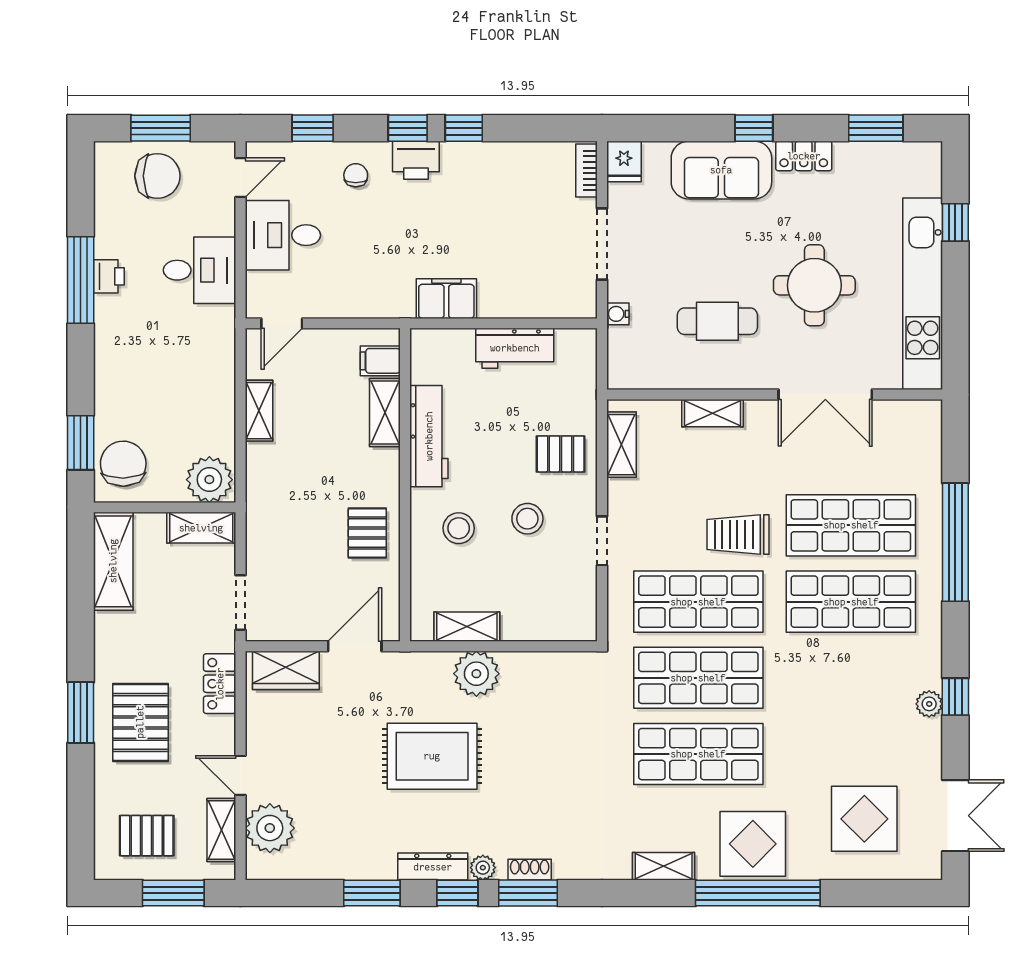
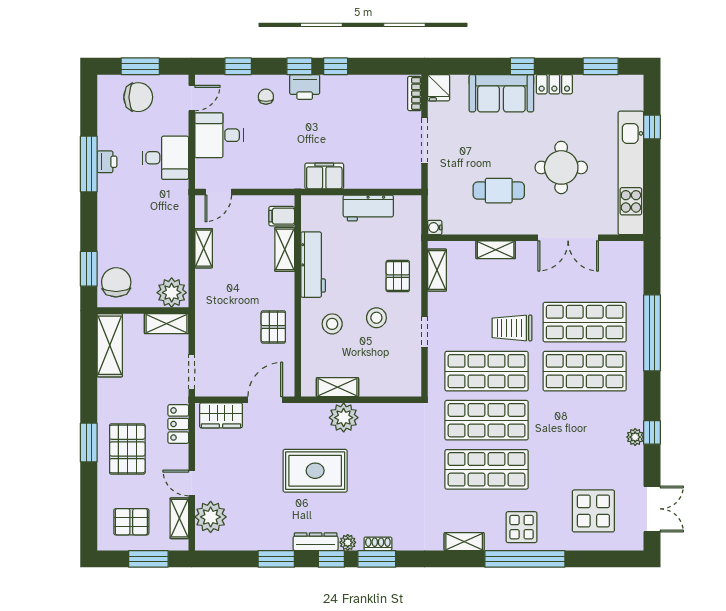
water cooler: (618, 314) -> (435, 227), moved
pallet: (561, 454) -> (398, 276), turned 90
display table: (753, 844) -> (522, 527), width x0.73, depth x0.73

